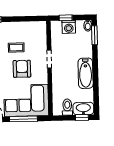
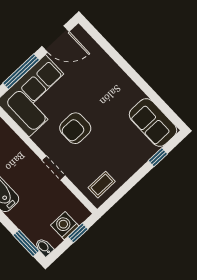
coffee table: (16, 48) -> (102, 185), moved
armchair: (22, 69) -> (75, 128), turned 90

